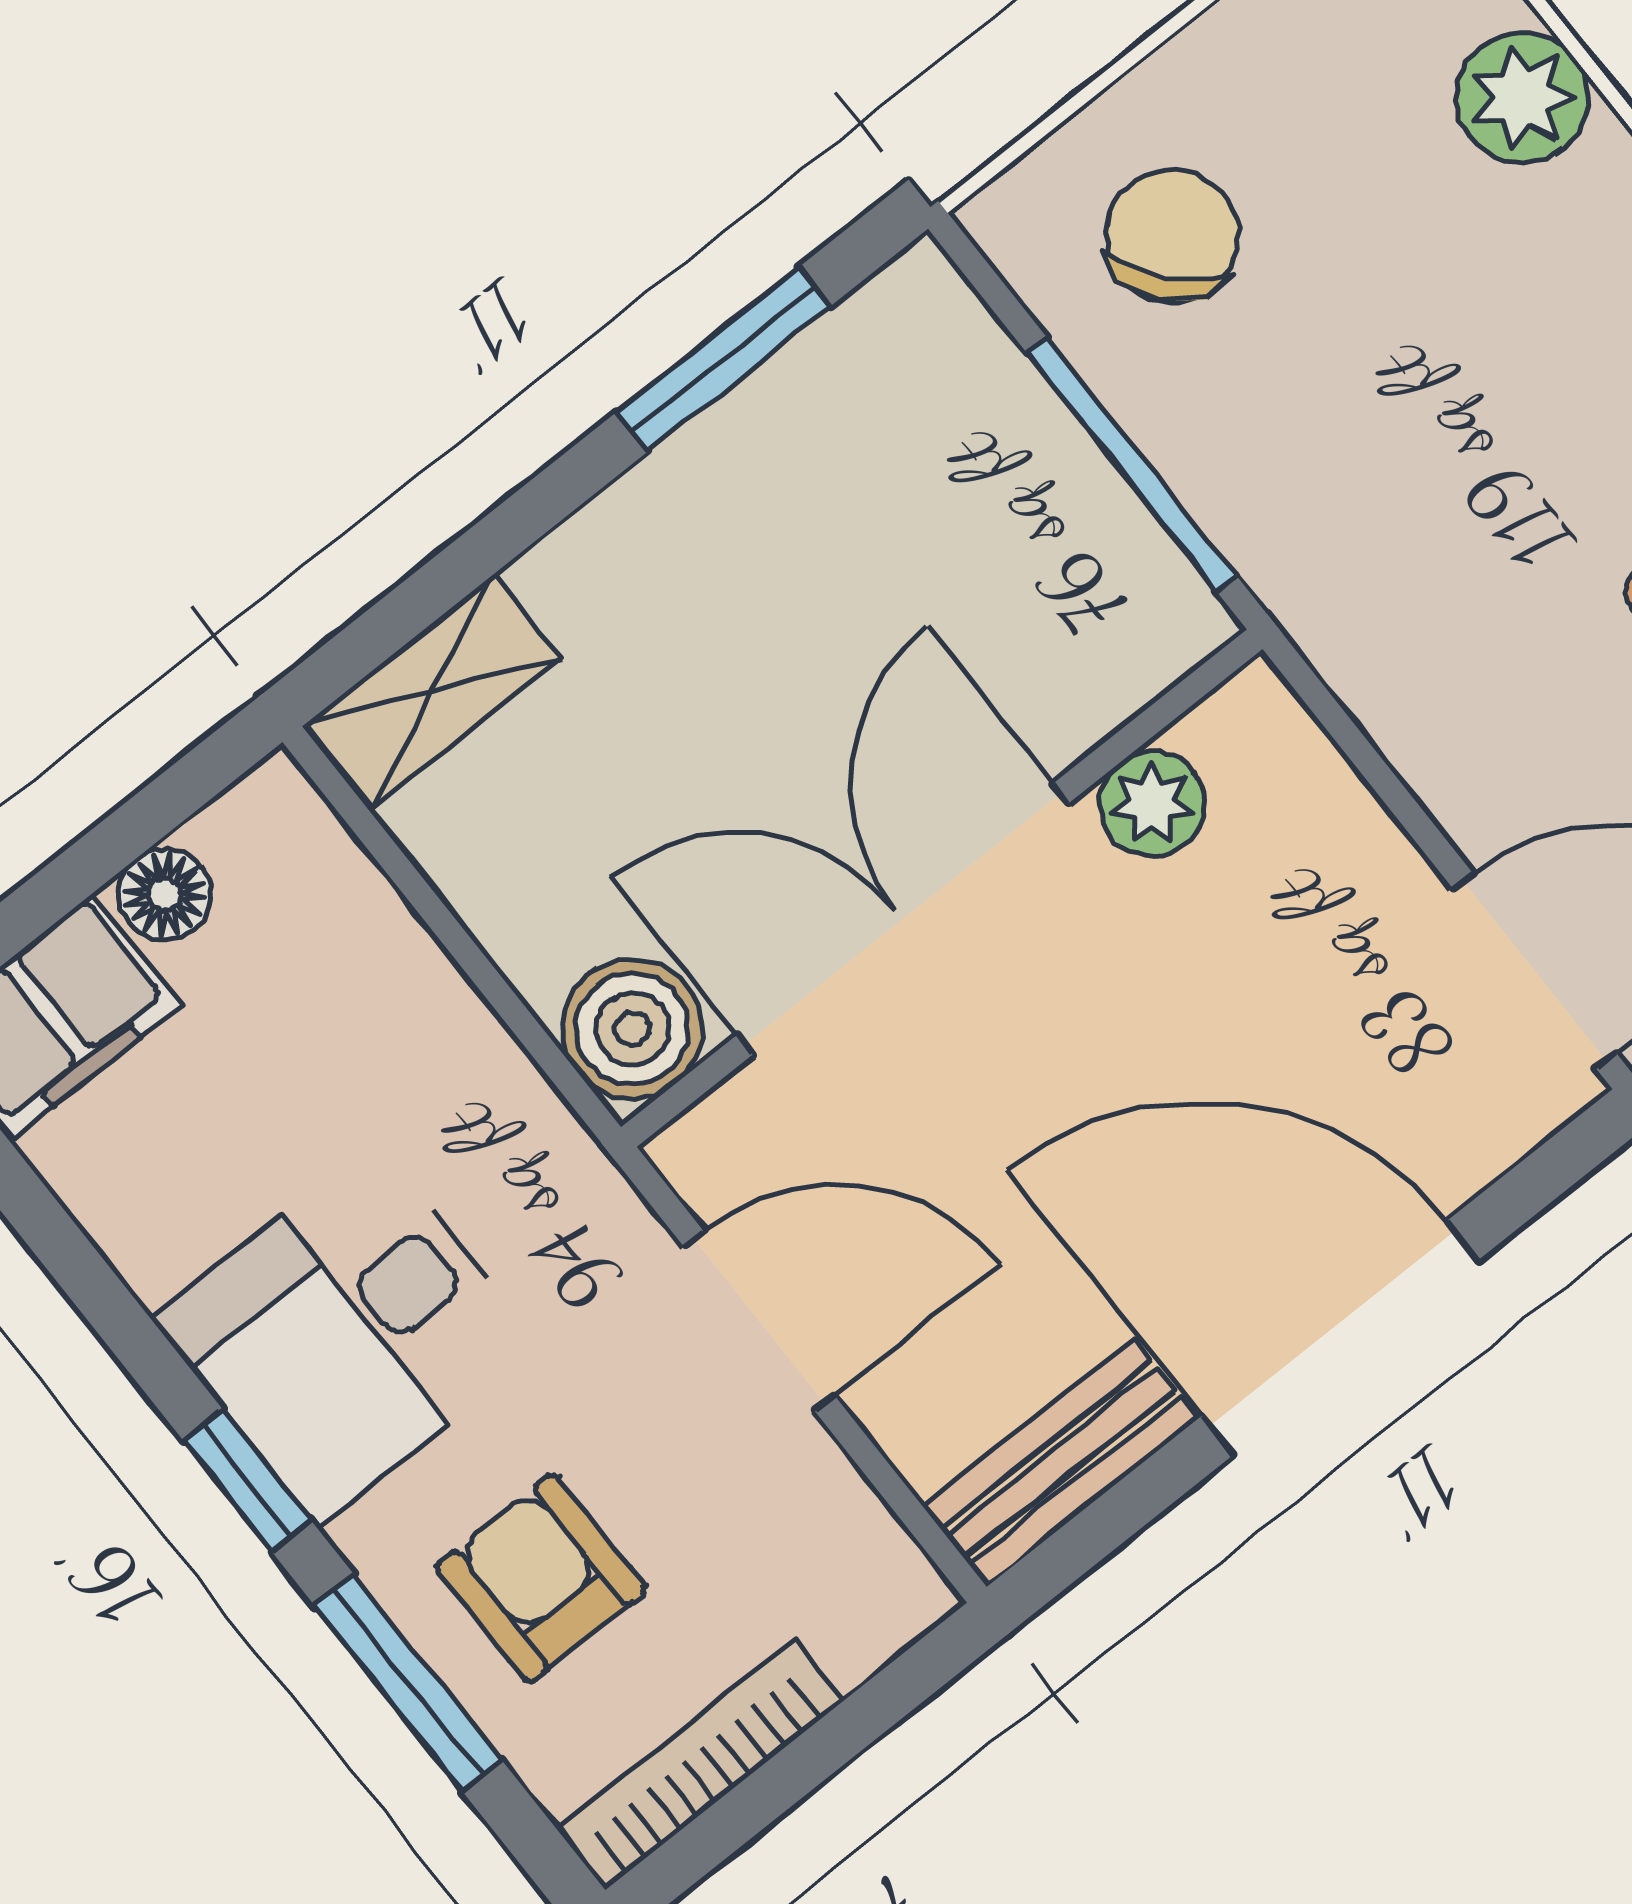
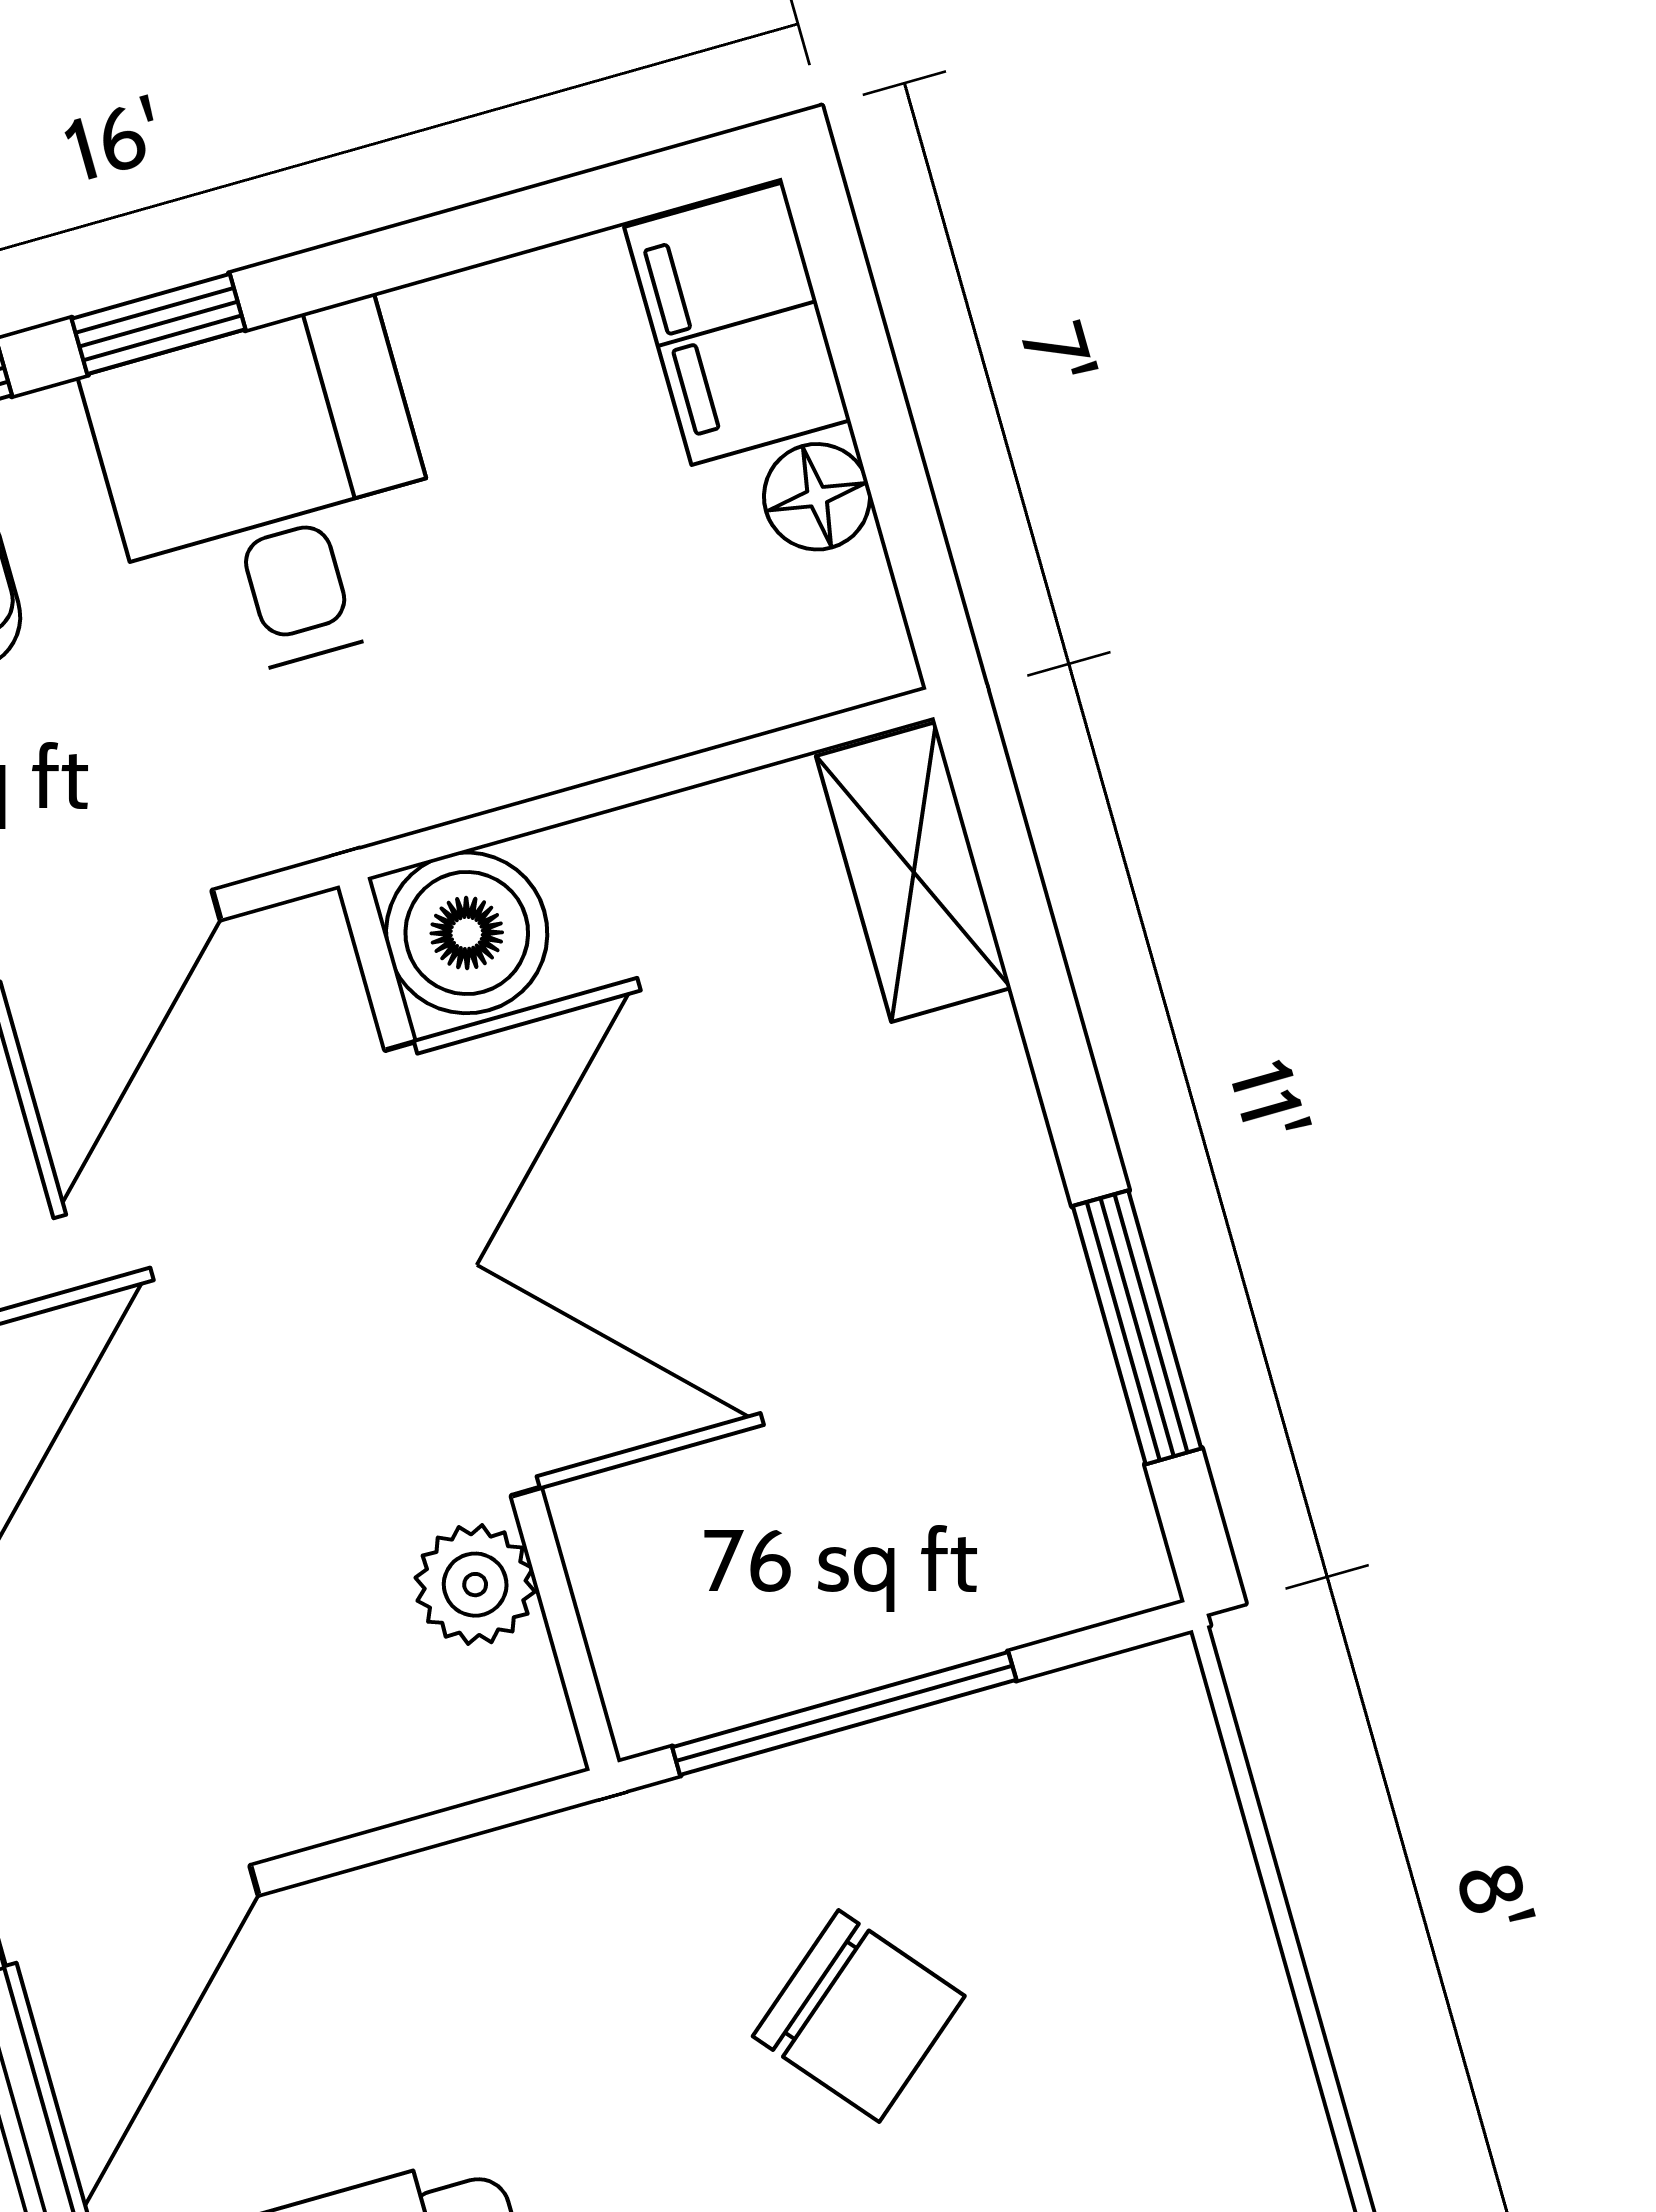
chair: (1172, 236) -> (859, 2016), moved

